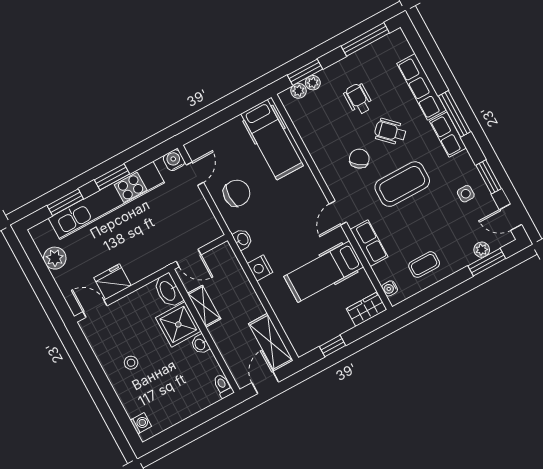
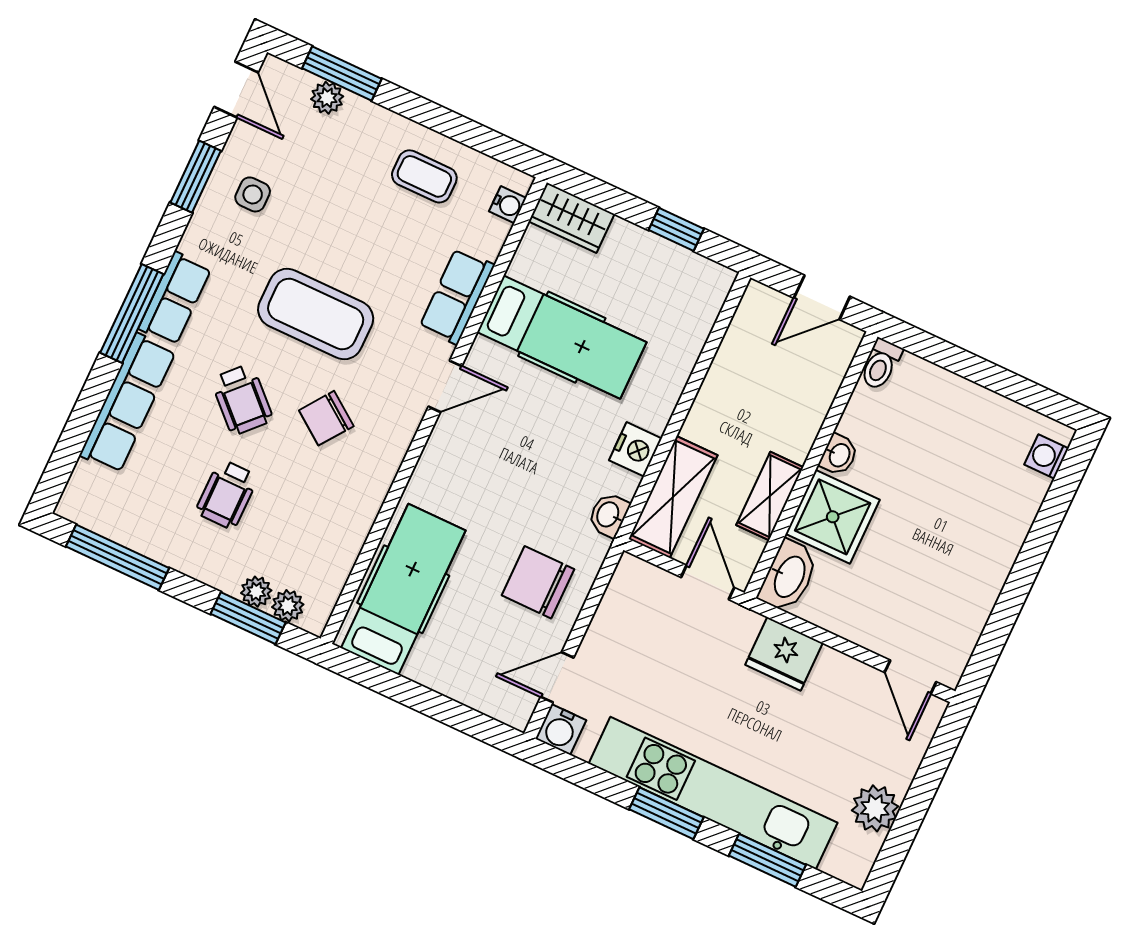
fridge: (113, 282) -> (784, 654), moved
shelving: (271, 342) -> (673, 497), moved
stool: (131, 363) -> (957, 549), removed

